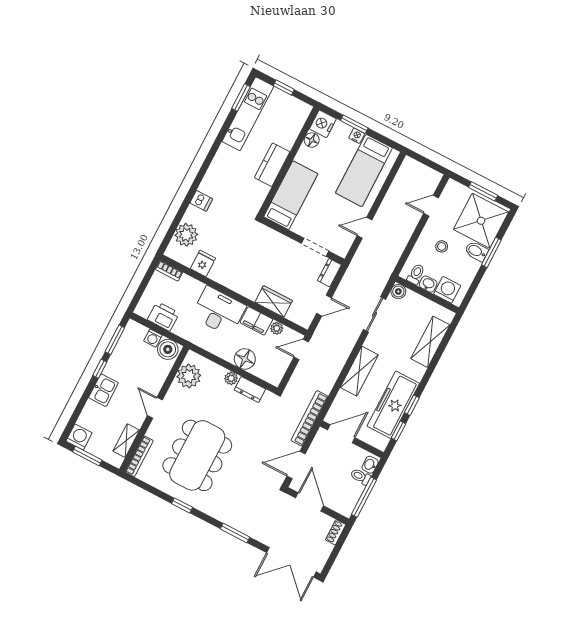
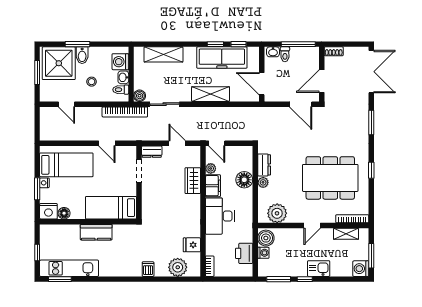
bookcase: (310, 418) -> (125, 112), moved

